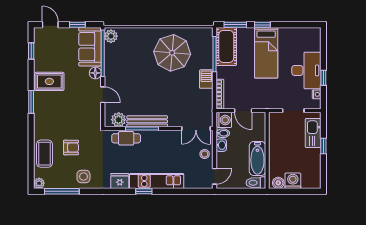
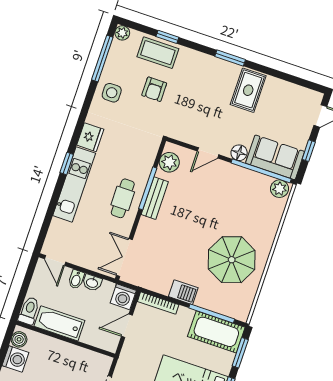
window: (31, 51) -> (167, 37), moved
bench: (147, 121) -> (155, 198), width x0.73
bidet: (223, 133) -> (76, 279), moved
cafe table: (126, 138) -> (123, 198), moved
stool: (205, 154) -> (88, 258), removed

